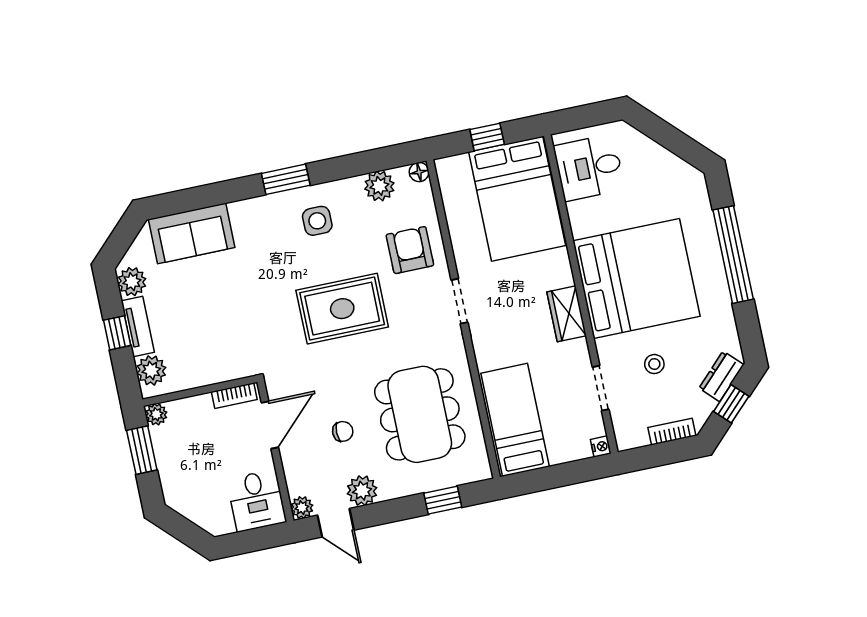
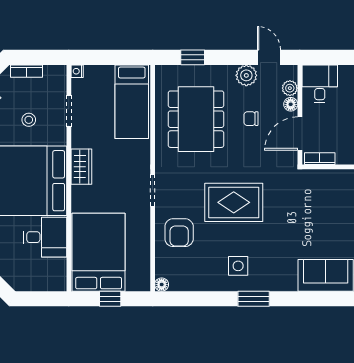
desk: (589, 168) -> (45, 237), moved
plant: (379, 186) -> (191, 281), removed
floor lamp: (291, 463) -> (291, 104), added
plant: (302, 508) -> (290, 88), moved

